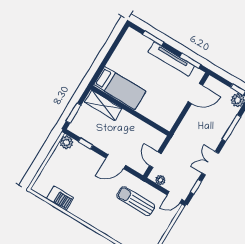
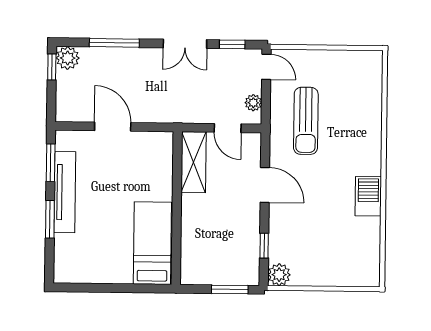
window: (153, 38) -> (50, 219), moved
door: (195, 94) -> (113, 127), moved
shelving: (103, 105) -> (194, 162), moved
door: (155, 160) -> (228, 128), hinge flipped
barbecue: (60, 198) -> (368, 196), moved

